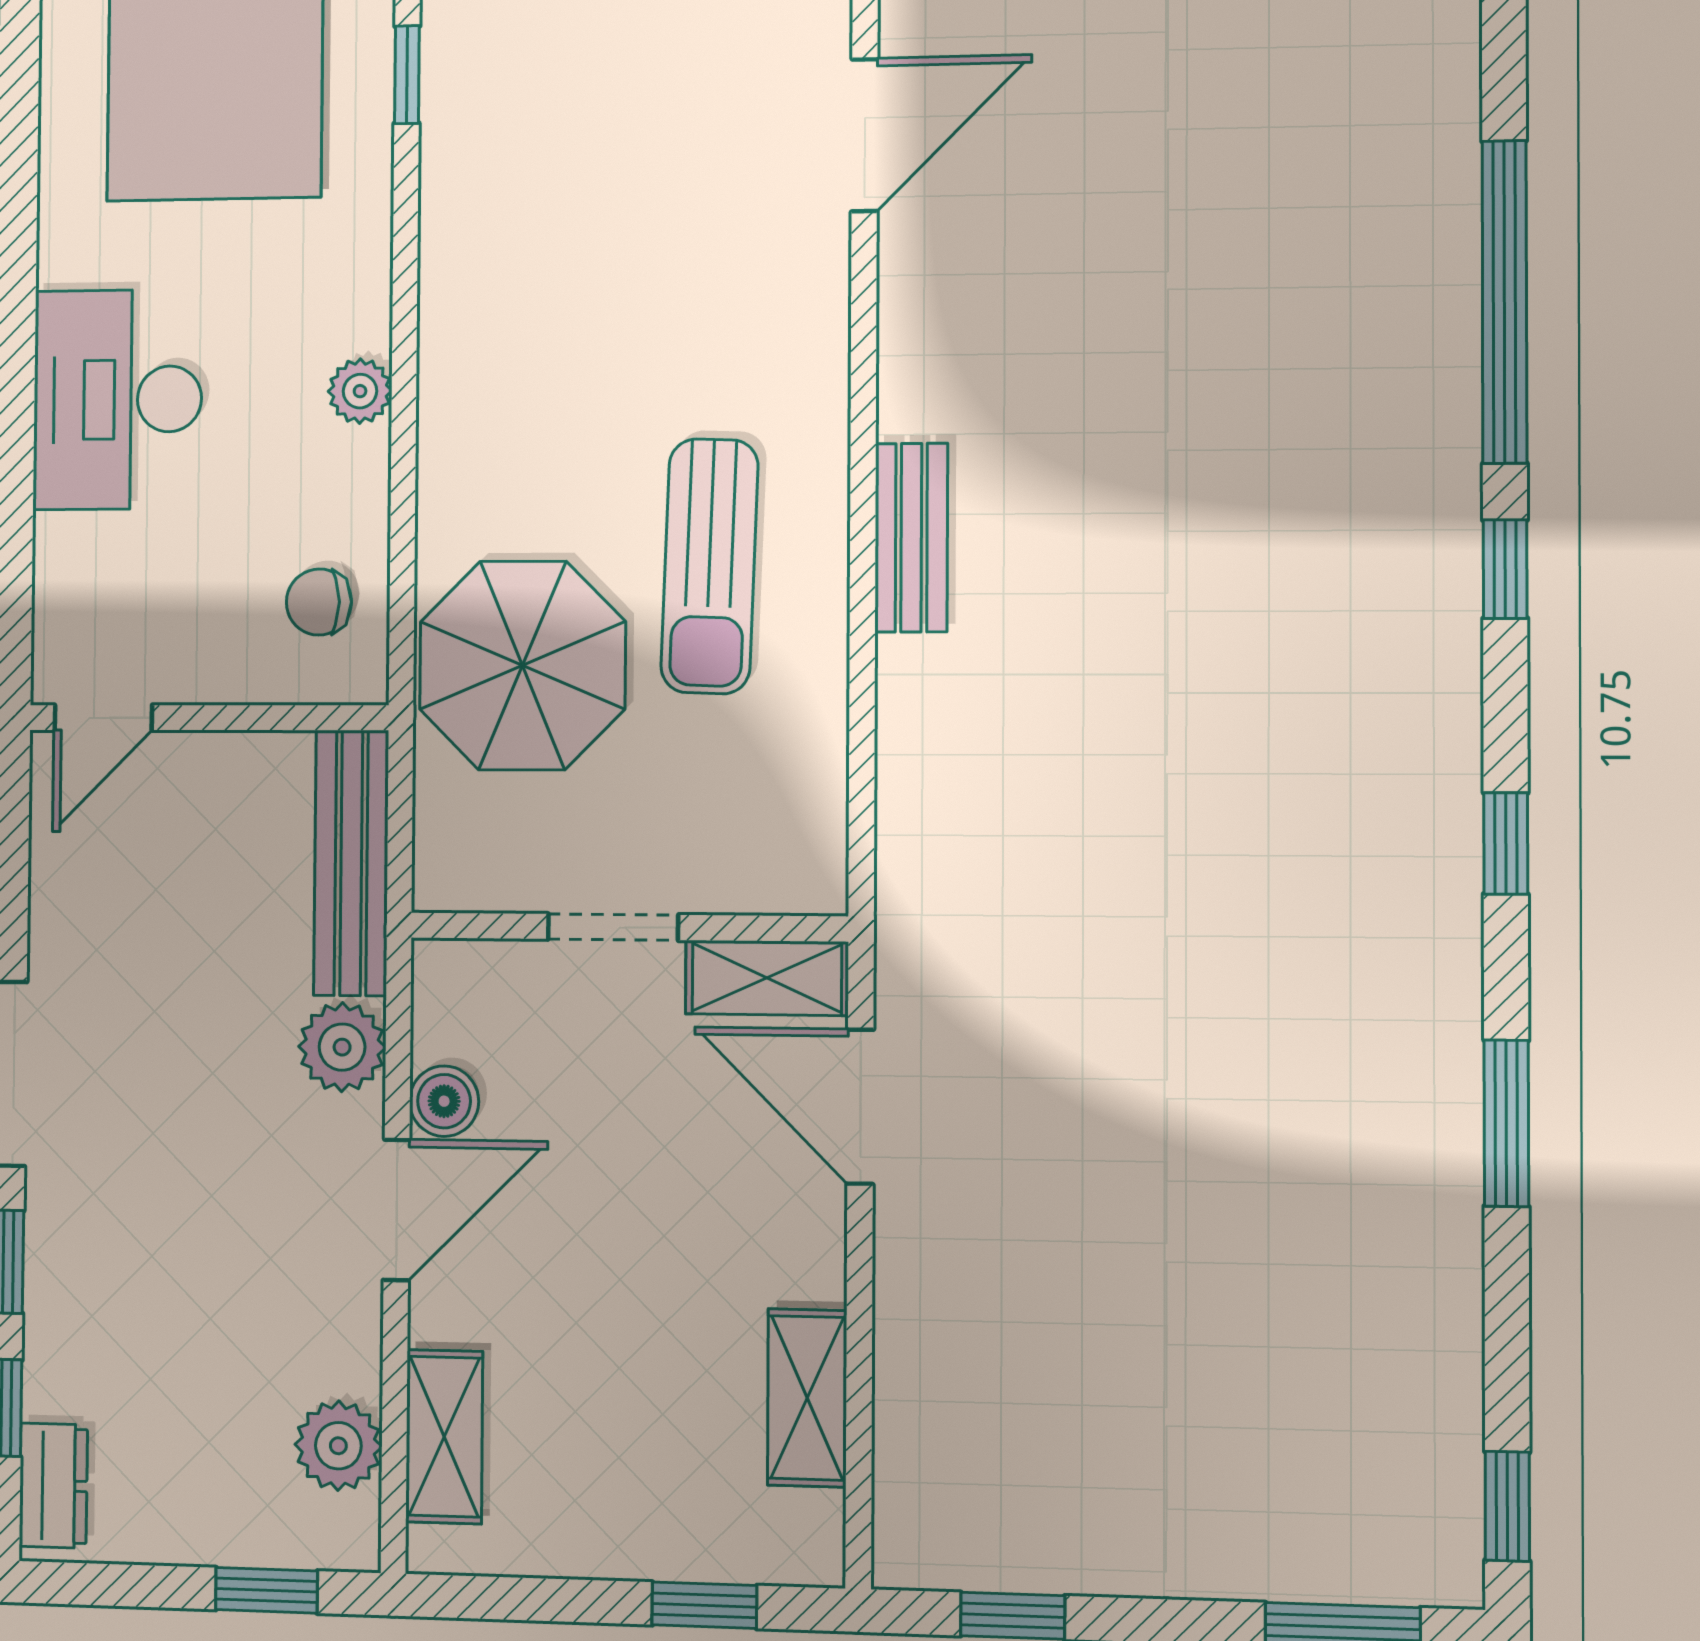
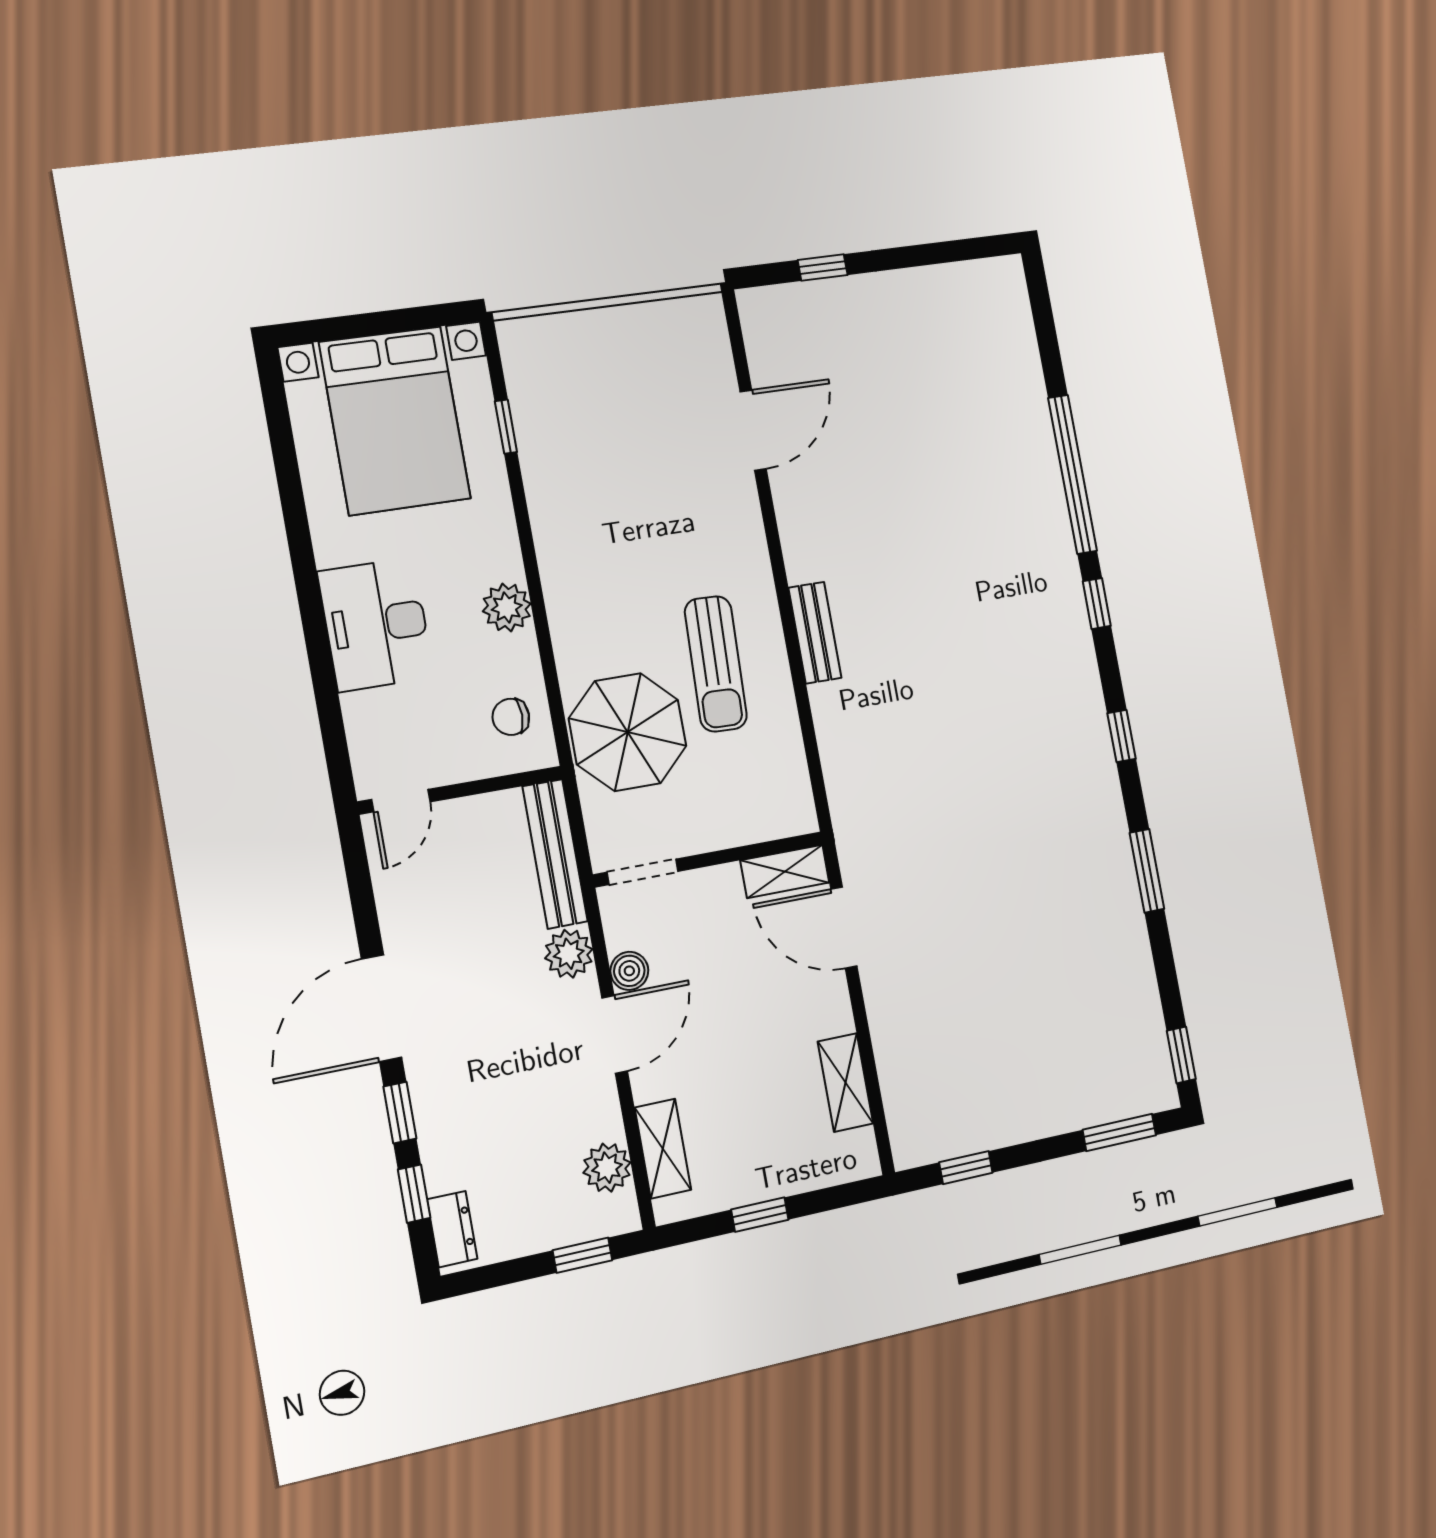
plant: (360, 391) -> (507, 607), width x1.38, depth x1.38
doorway: (613, 927) -> (642, 872), moved
window: (704, 1605) -> (760, 1215), moved

